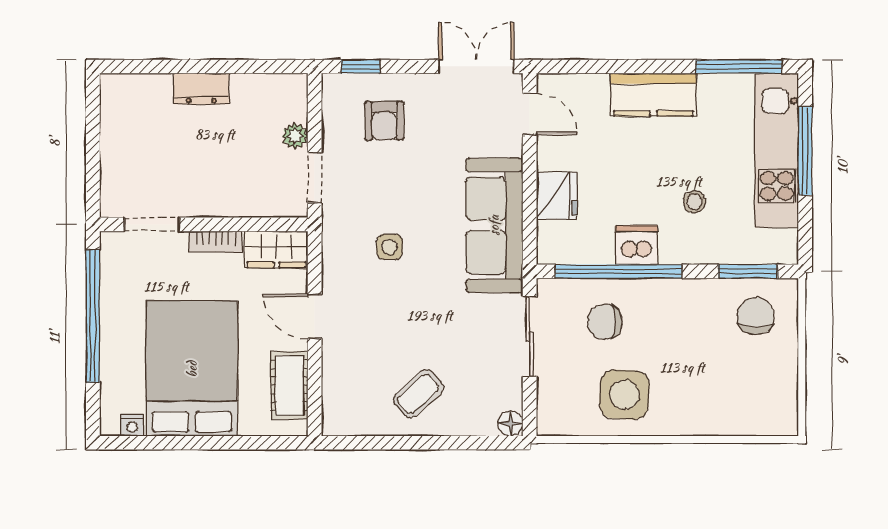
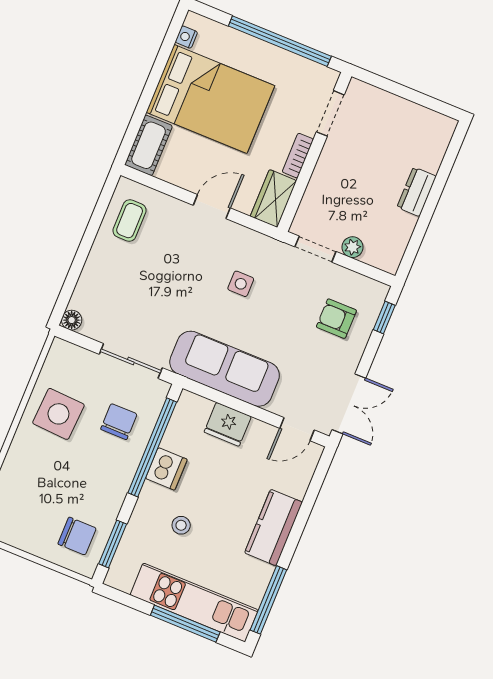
cot: (289, 385) -> (149, 145), moved, turned 90
coffee table: (418, 394) -> (130, 221), moved, turned 42

